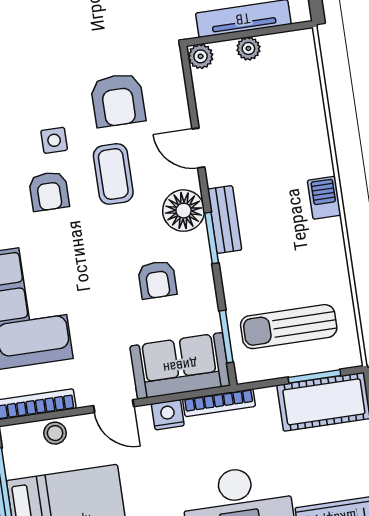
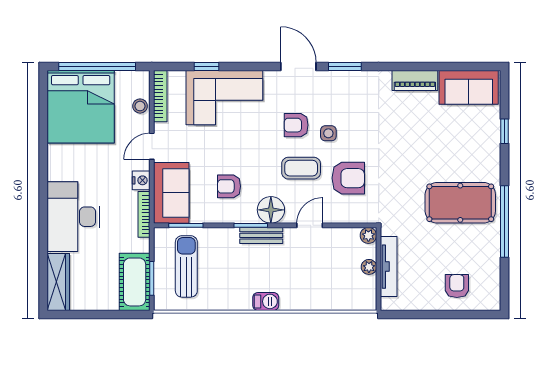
armchair: (118, 100) -> (348, 178), turned 180

